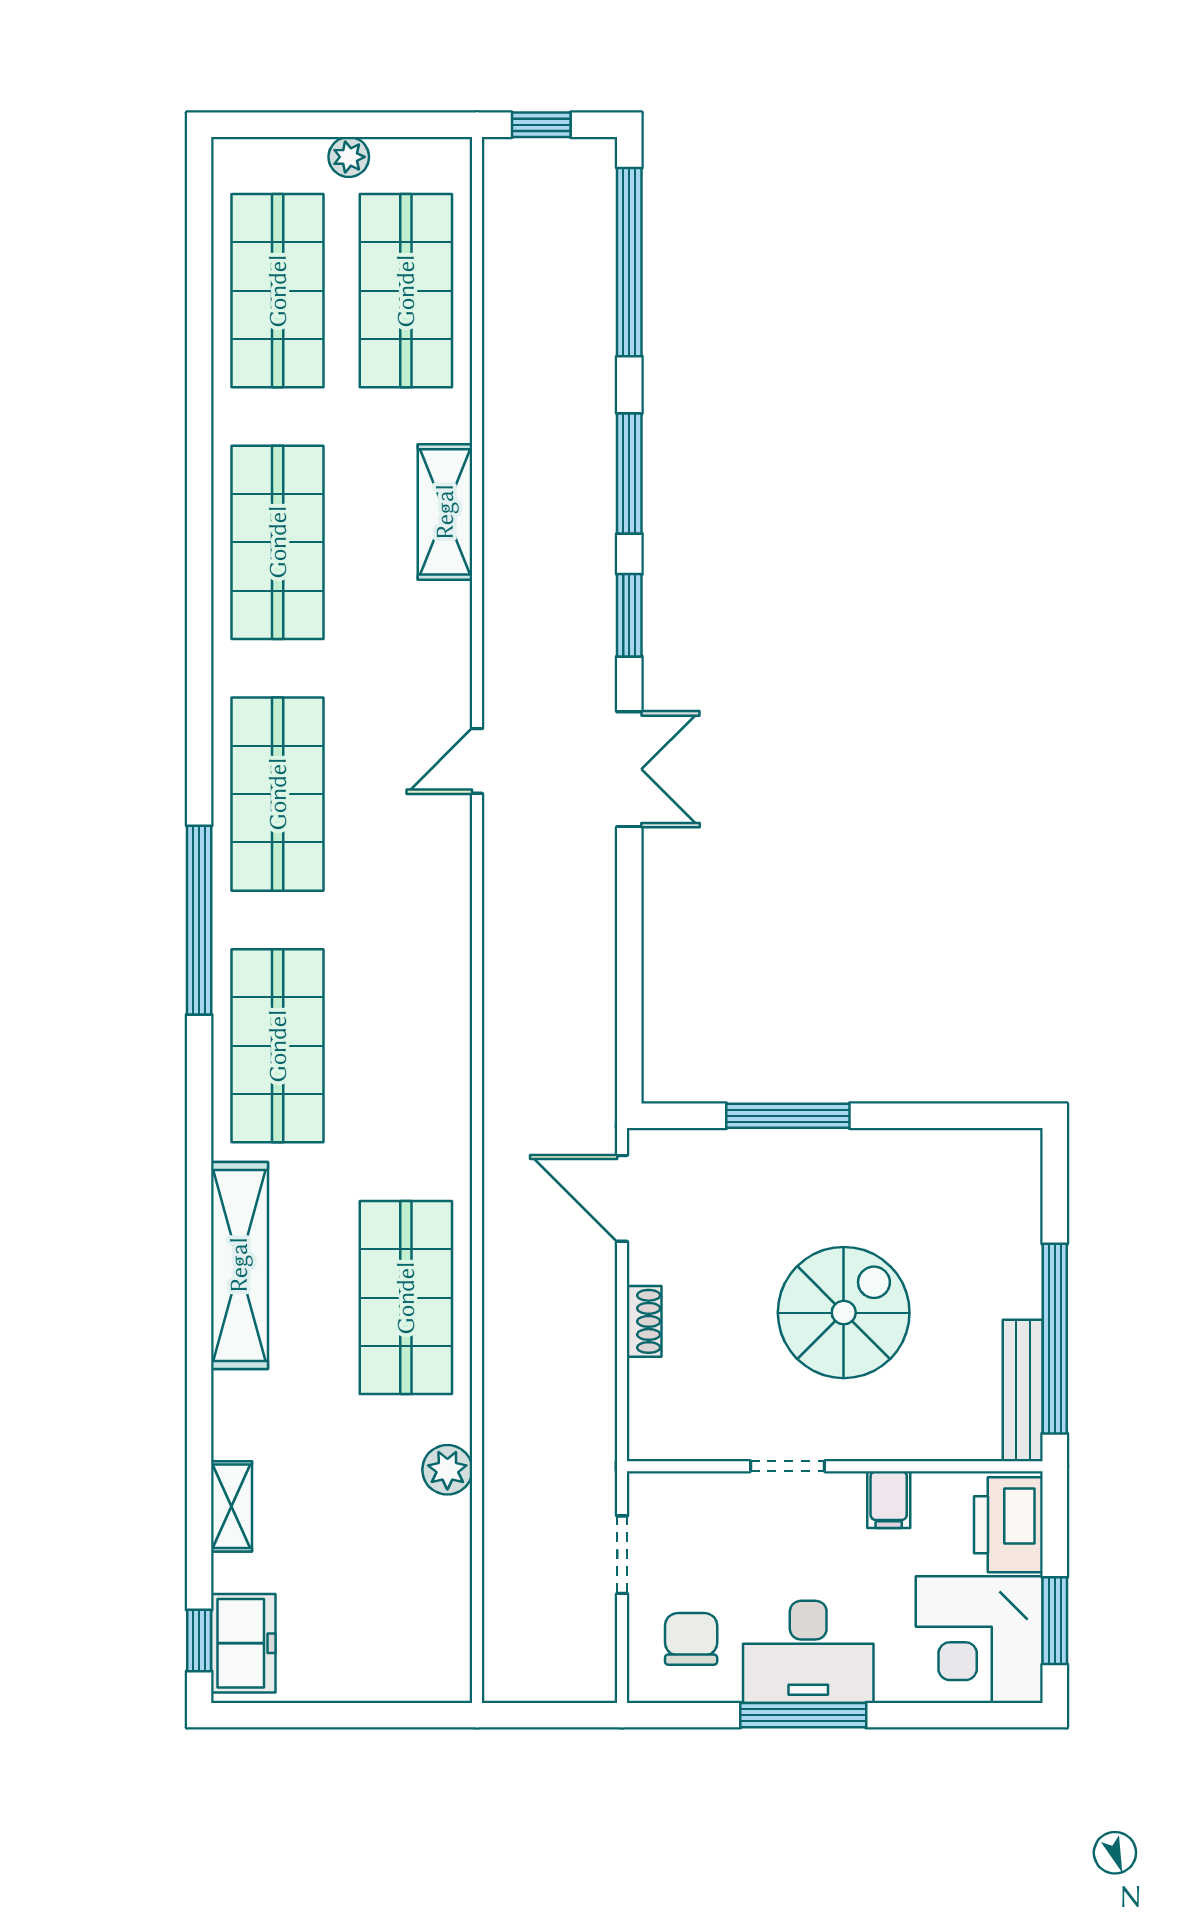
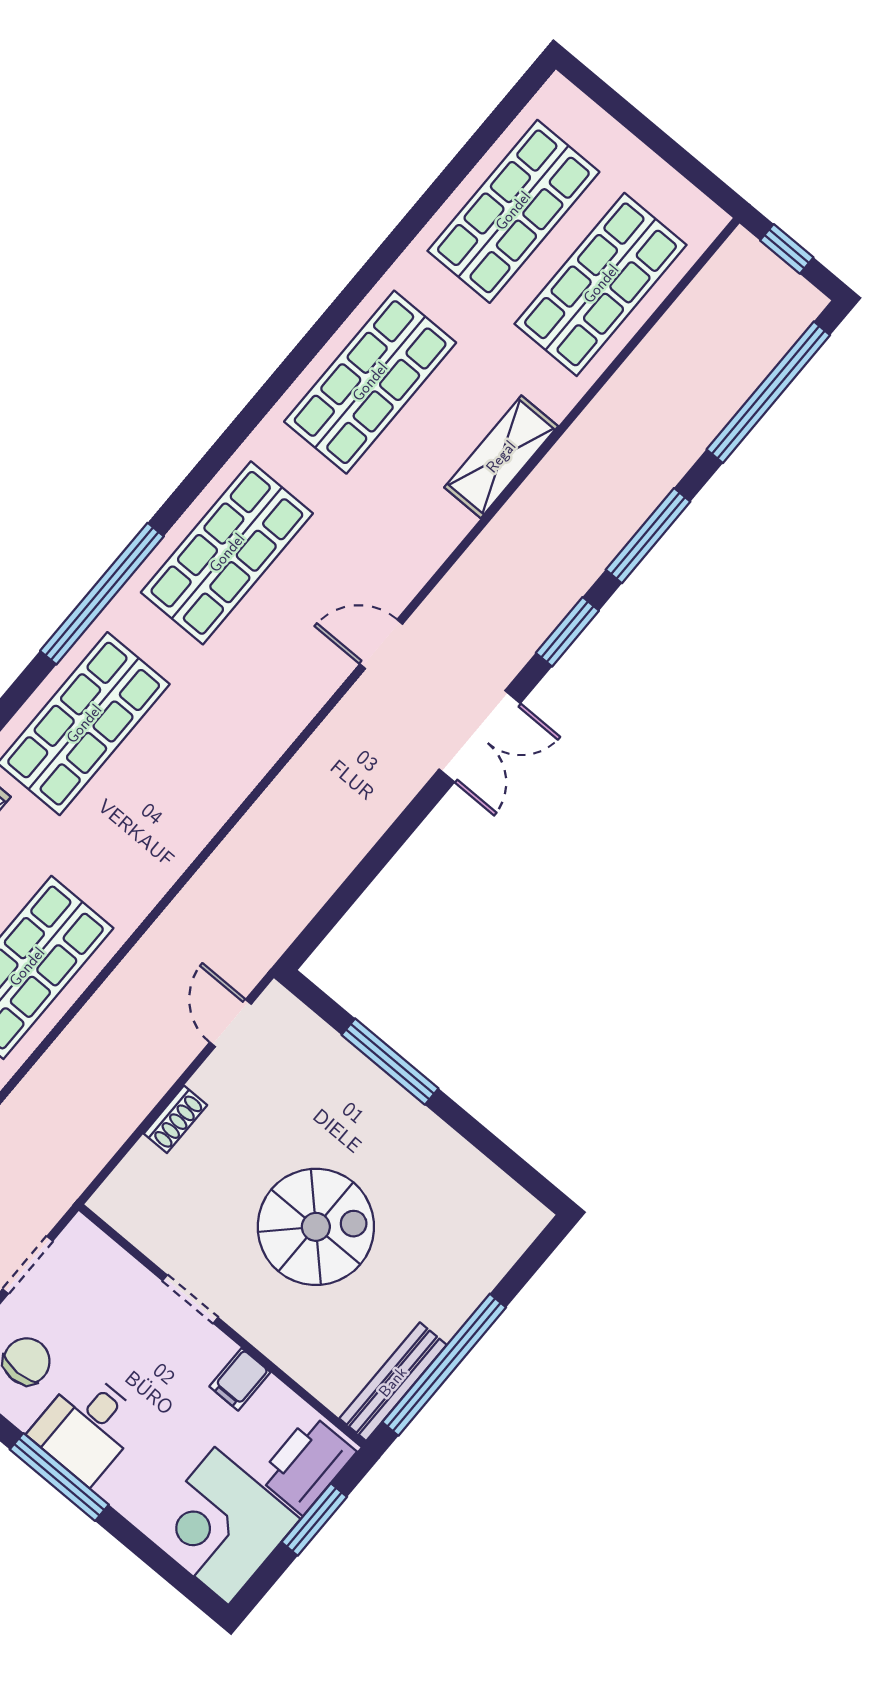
plant: (349, 157) -> (638, 161), removed
door: (622, 1198) -> (230, 1023), width x0.73
window: (1055, 1621) -> (314, 1519), moved
desk: (808, 1652) -> (87, 1427), width x0.73

